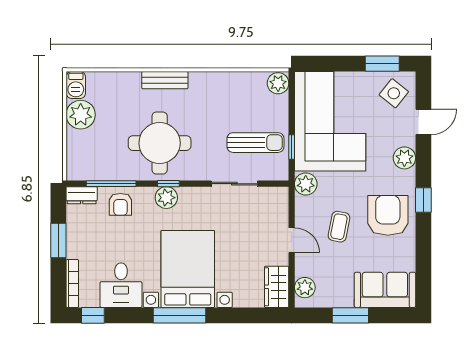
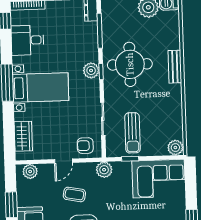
corner sofa: (330, 121) -> (159, 179), width x0.73, depth x0.74
armchair: (120, 204) -> (85, 146), moved
bed with nightstands: (188, 269) -> (41, 87), width x0.73
wardrobe: (277, 287) -> (23, 136), moved, turned 90

